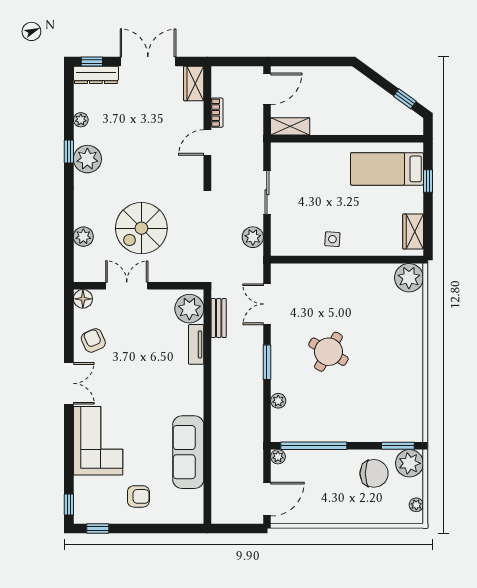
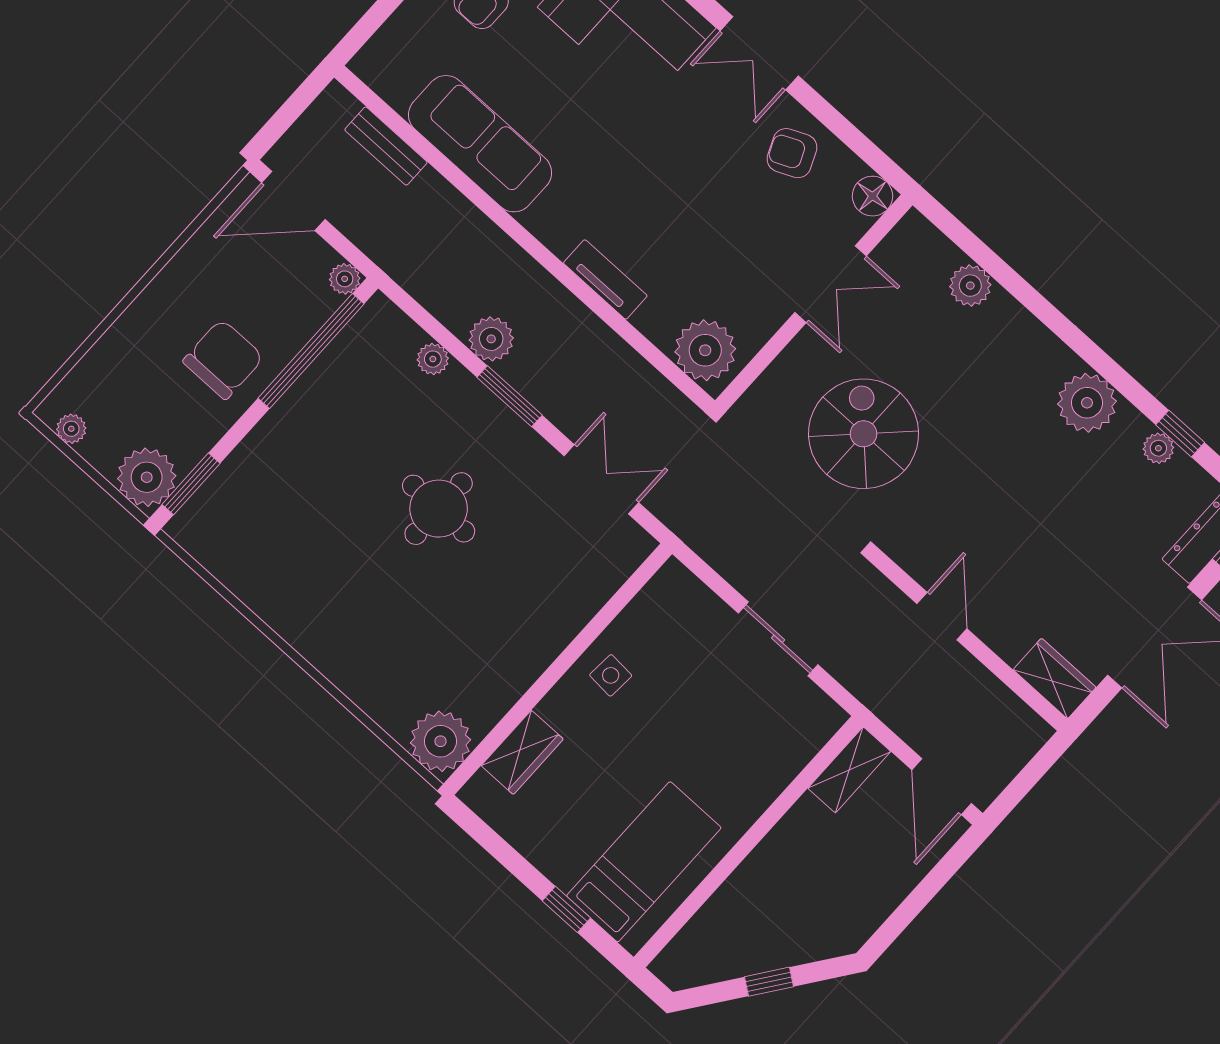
window: (405, 99) -> (769, 982), moved
bookcase: (217, 113) -> (975, 674), removed
window: (69, 152) -> (1180, 434), moved
spiral stairs: (141, 228) -> (864, 434), moved
wardrobe: (413, 232) -> (522, 752), moved, turned 90
plant: (253, 237) -> (491, 339), moved
bench: (219, 318) -> (386, 146), moved
armchair: (93, 340) -> (792, 153), turned 180
tv unit: (196, 344) -> (605, 279), moved
round table: (328, 352) -> (439, 509), turned -30
chair: (374, 473) -> (223, 359), moved, turned 180
door: (267, 499) -> (293, 201), hinge flipped

